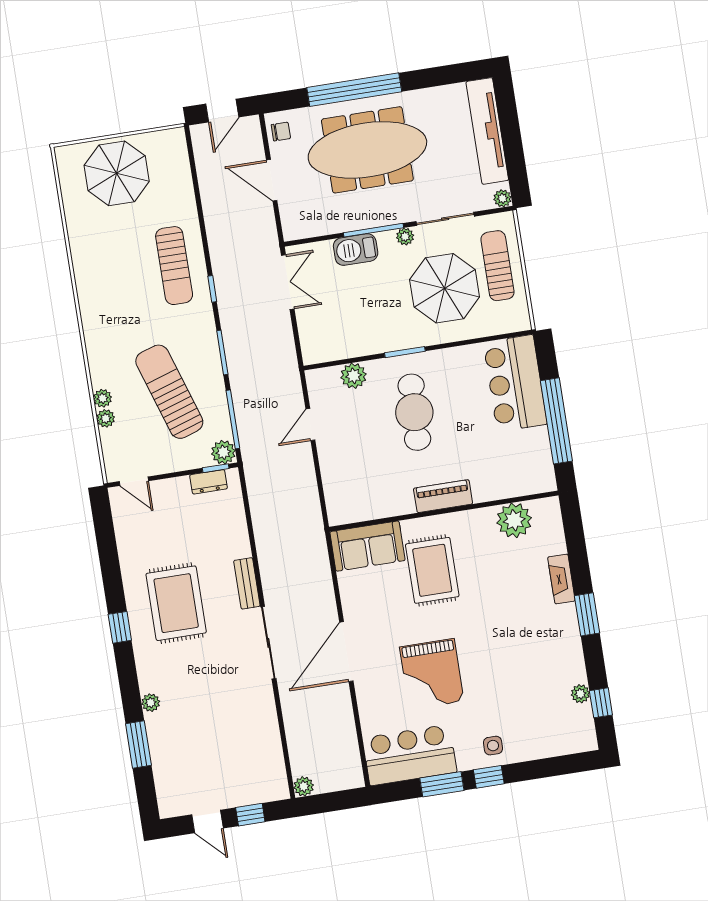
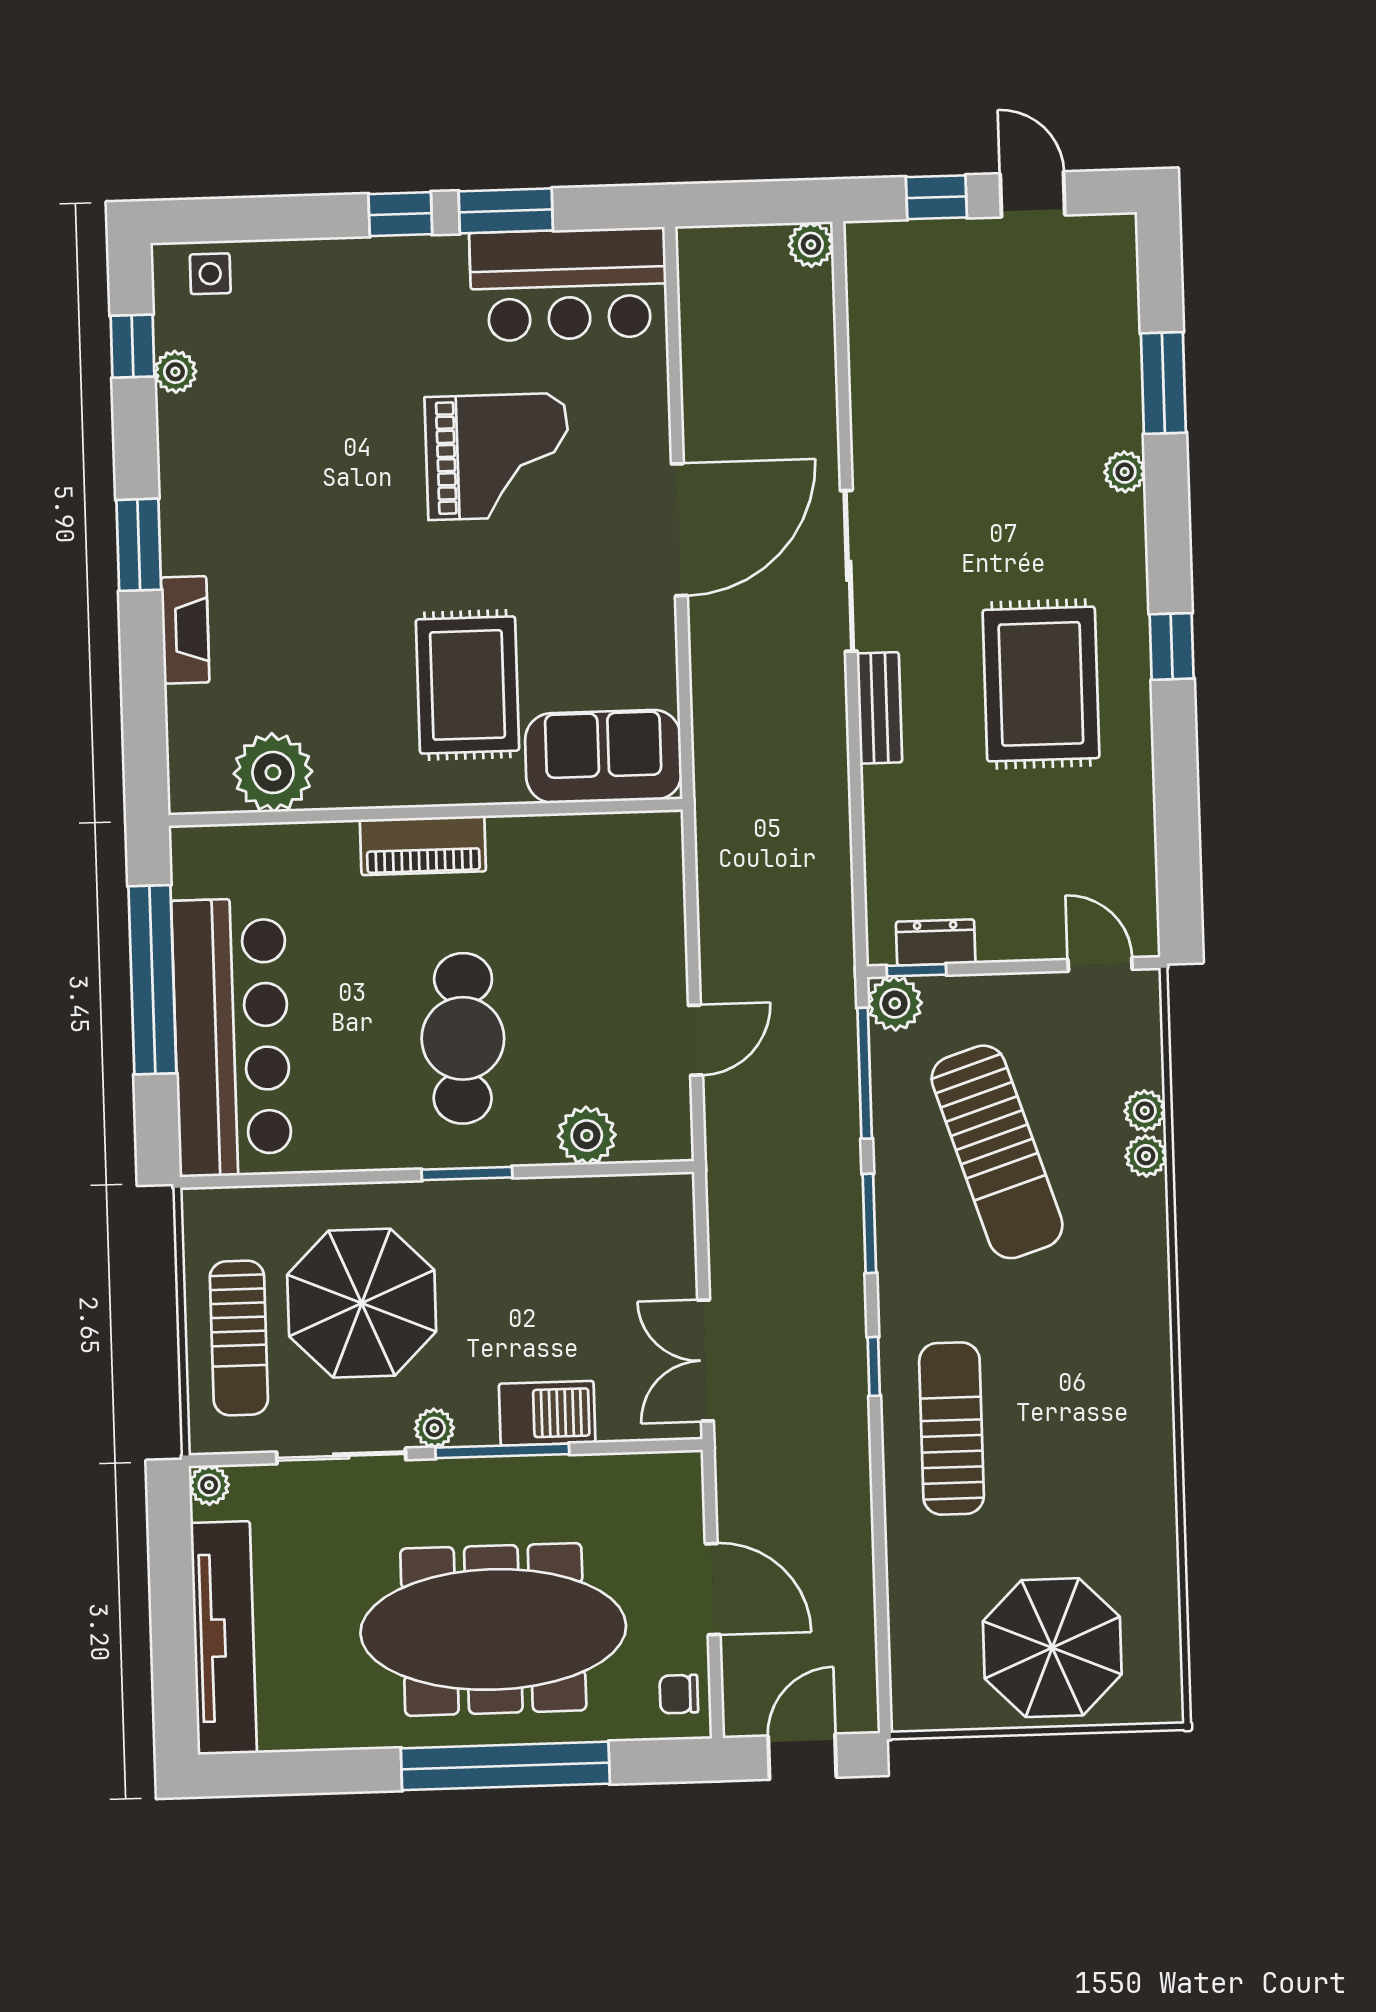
bar counter: (515, 383) -> (232, 1037), width x1.36
grand piano: (432, 674) -> (497, 456), turned 90
side table: (493, 746) -> (210, 274), moved

